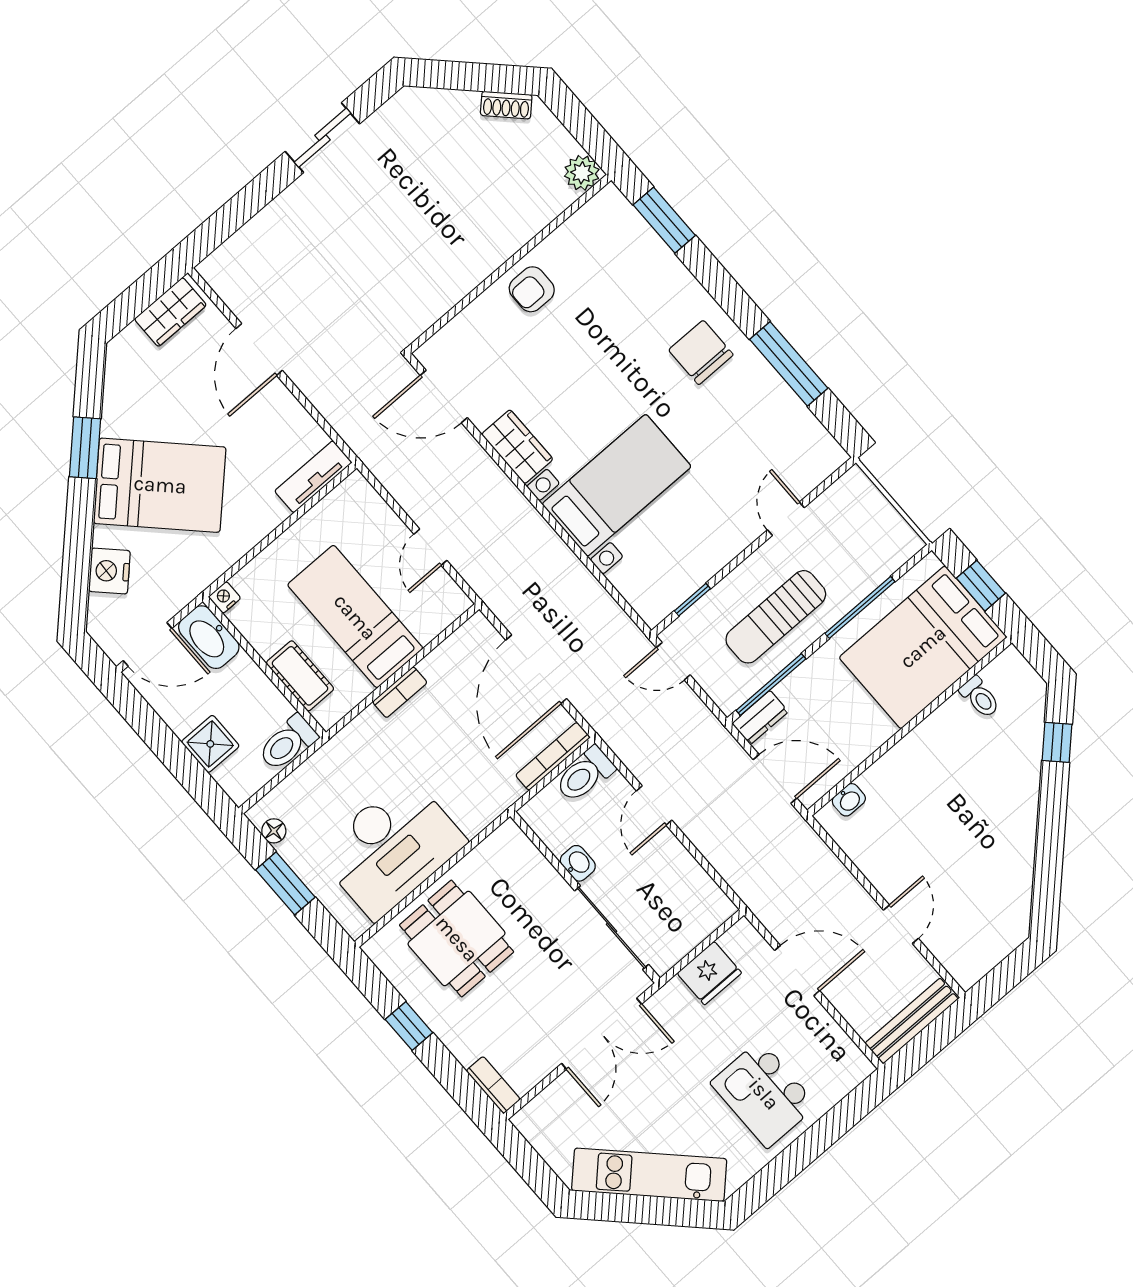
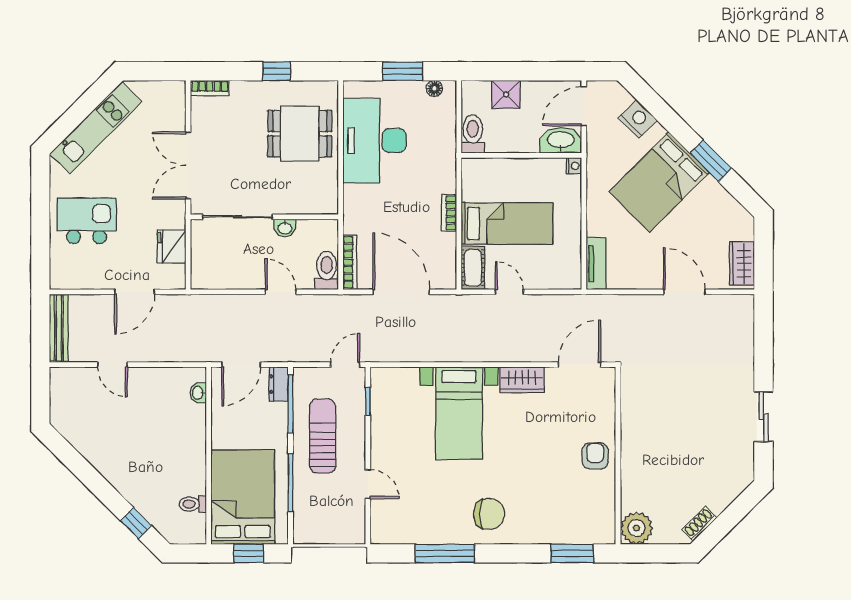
plant: (582, 173) -> (636, 528), width x1.36, depth x1.36
cot: (300, 676) -> (473, 268), moved, turned 90

